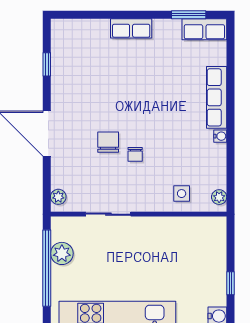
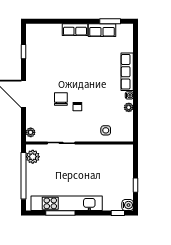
row of seats: (204, 29) -> (102, 30), moved
plant: (219, 197) -> (129, 107), moved
plant: (62, 253) -> (33, 157), moved

